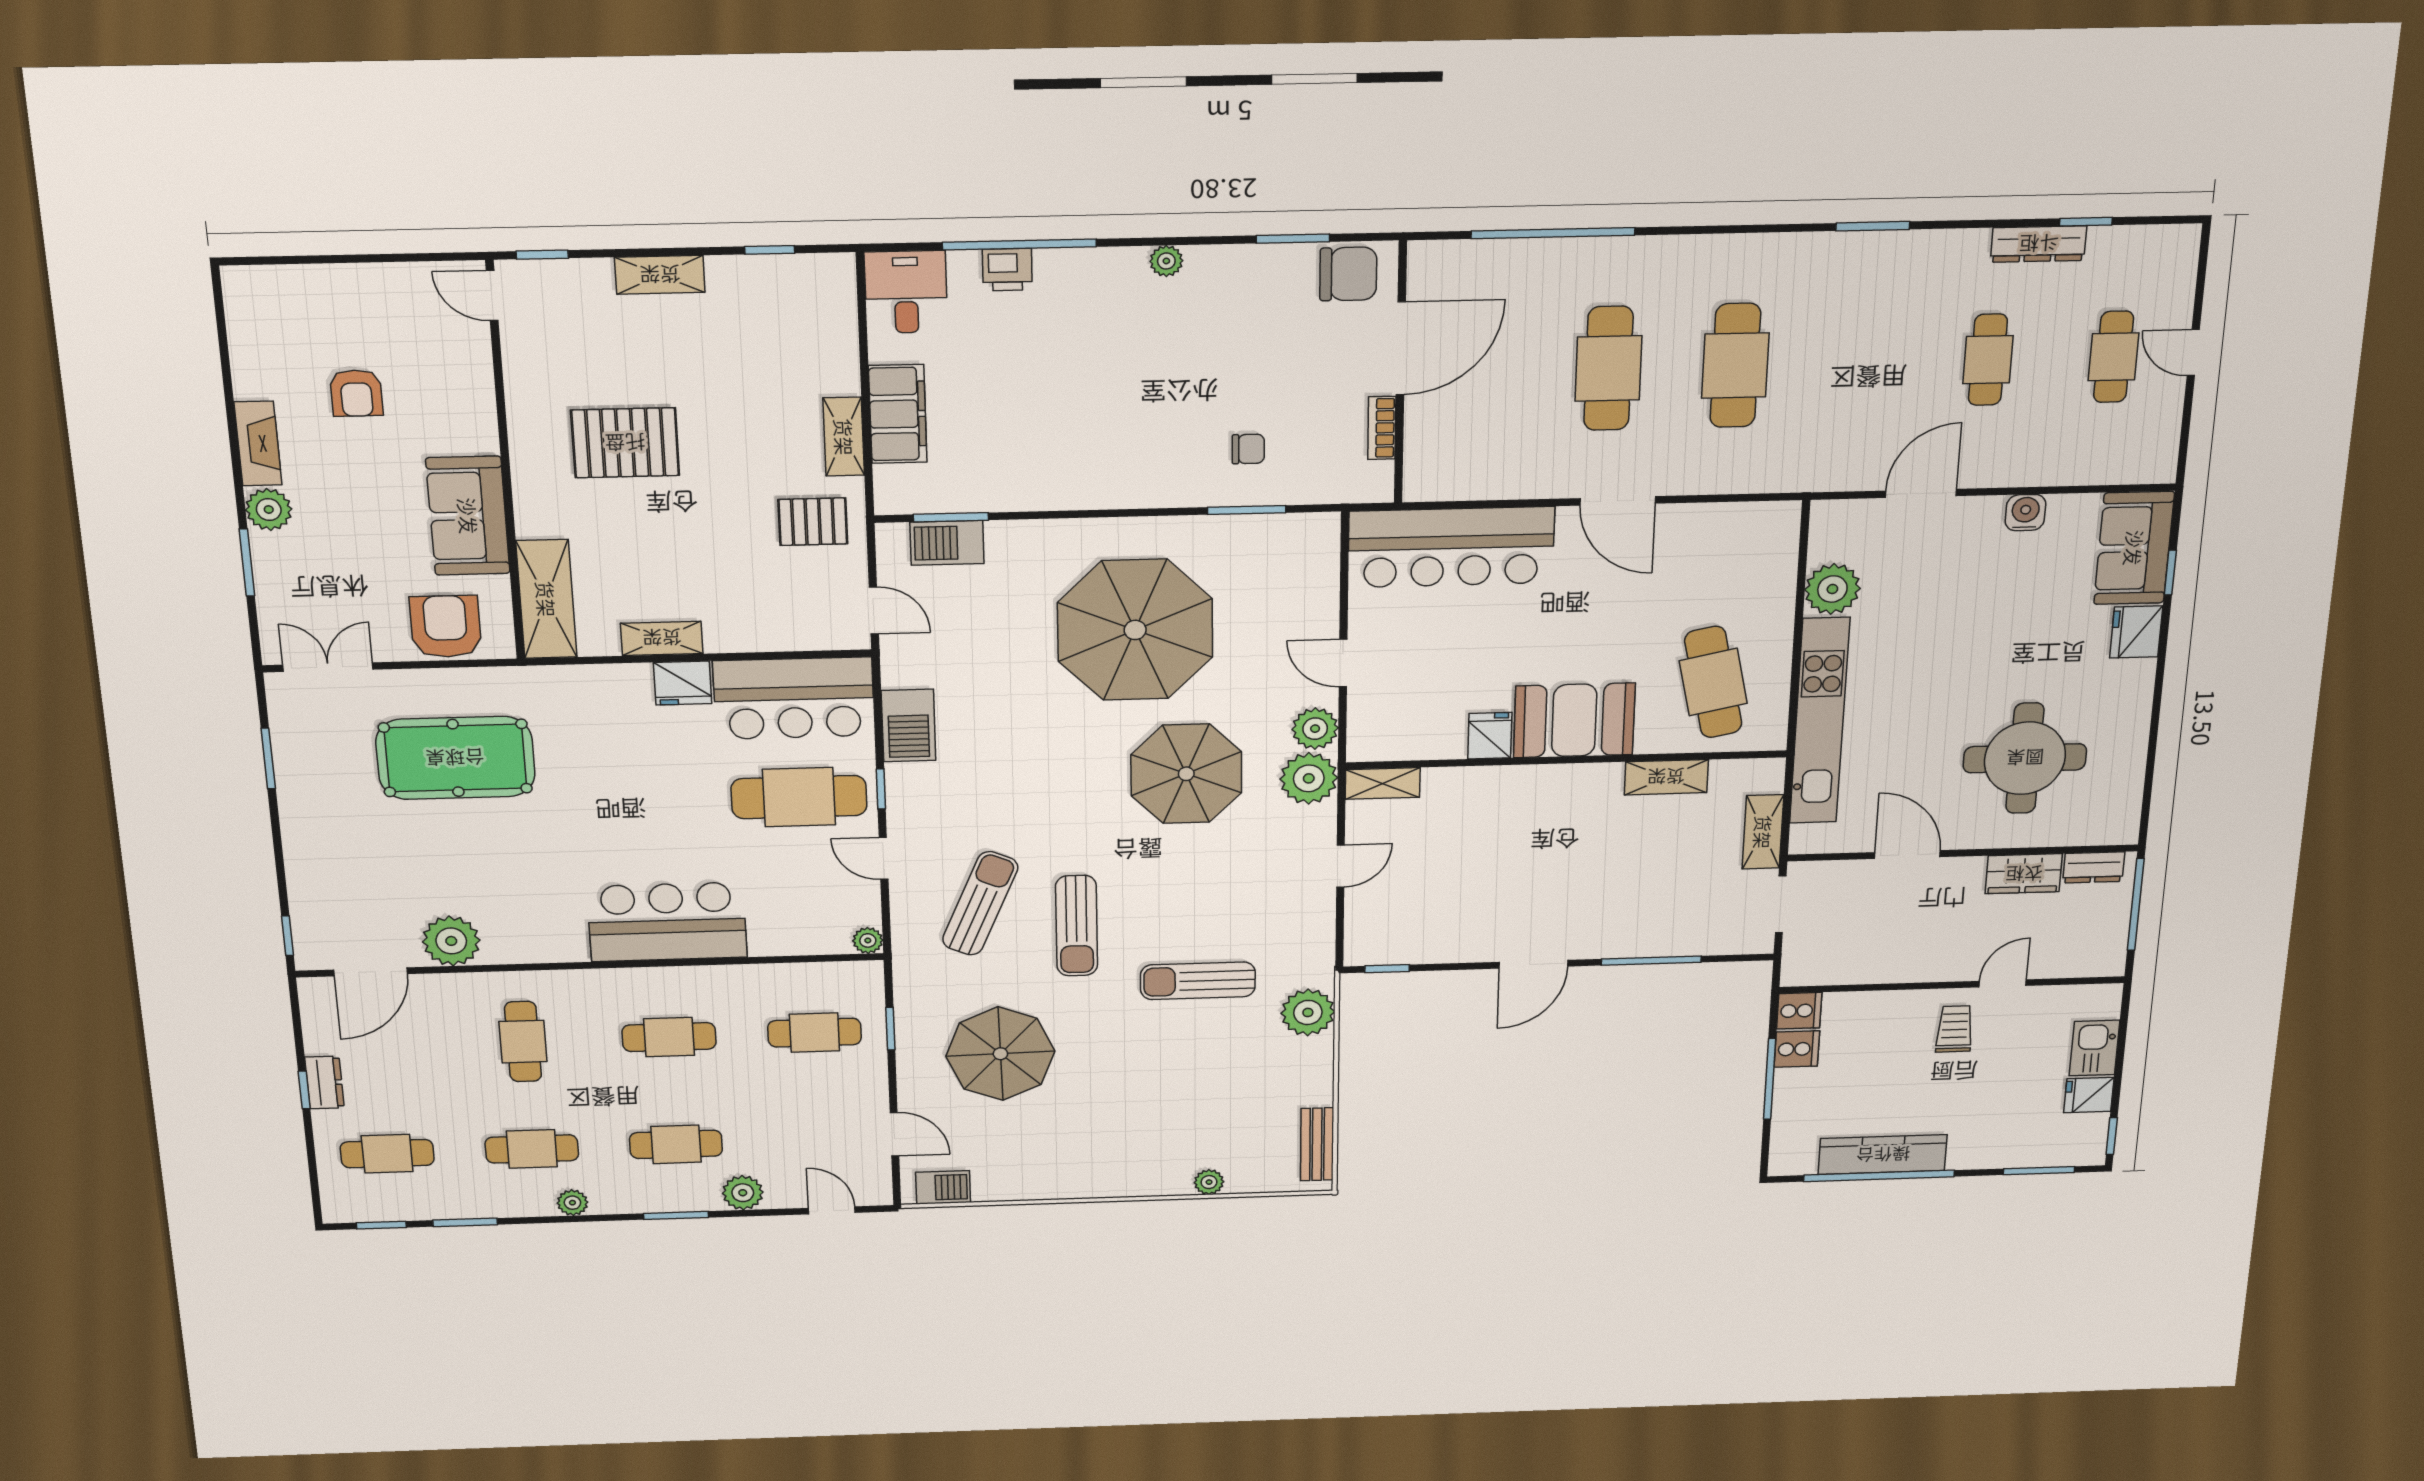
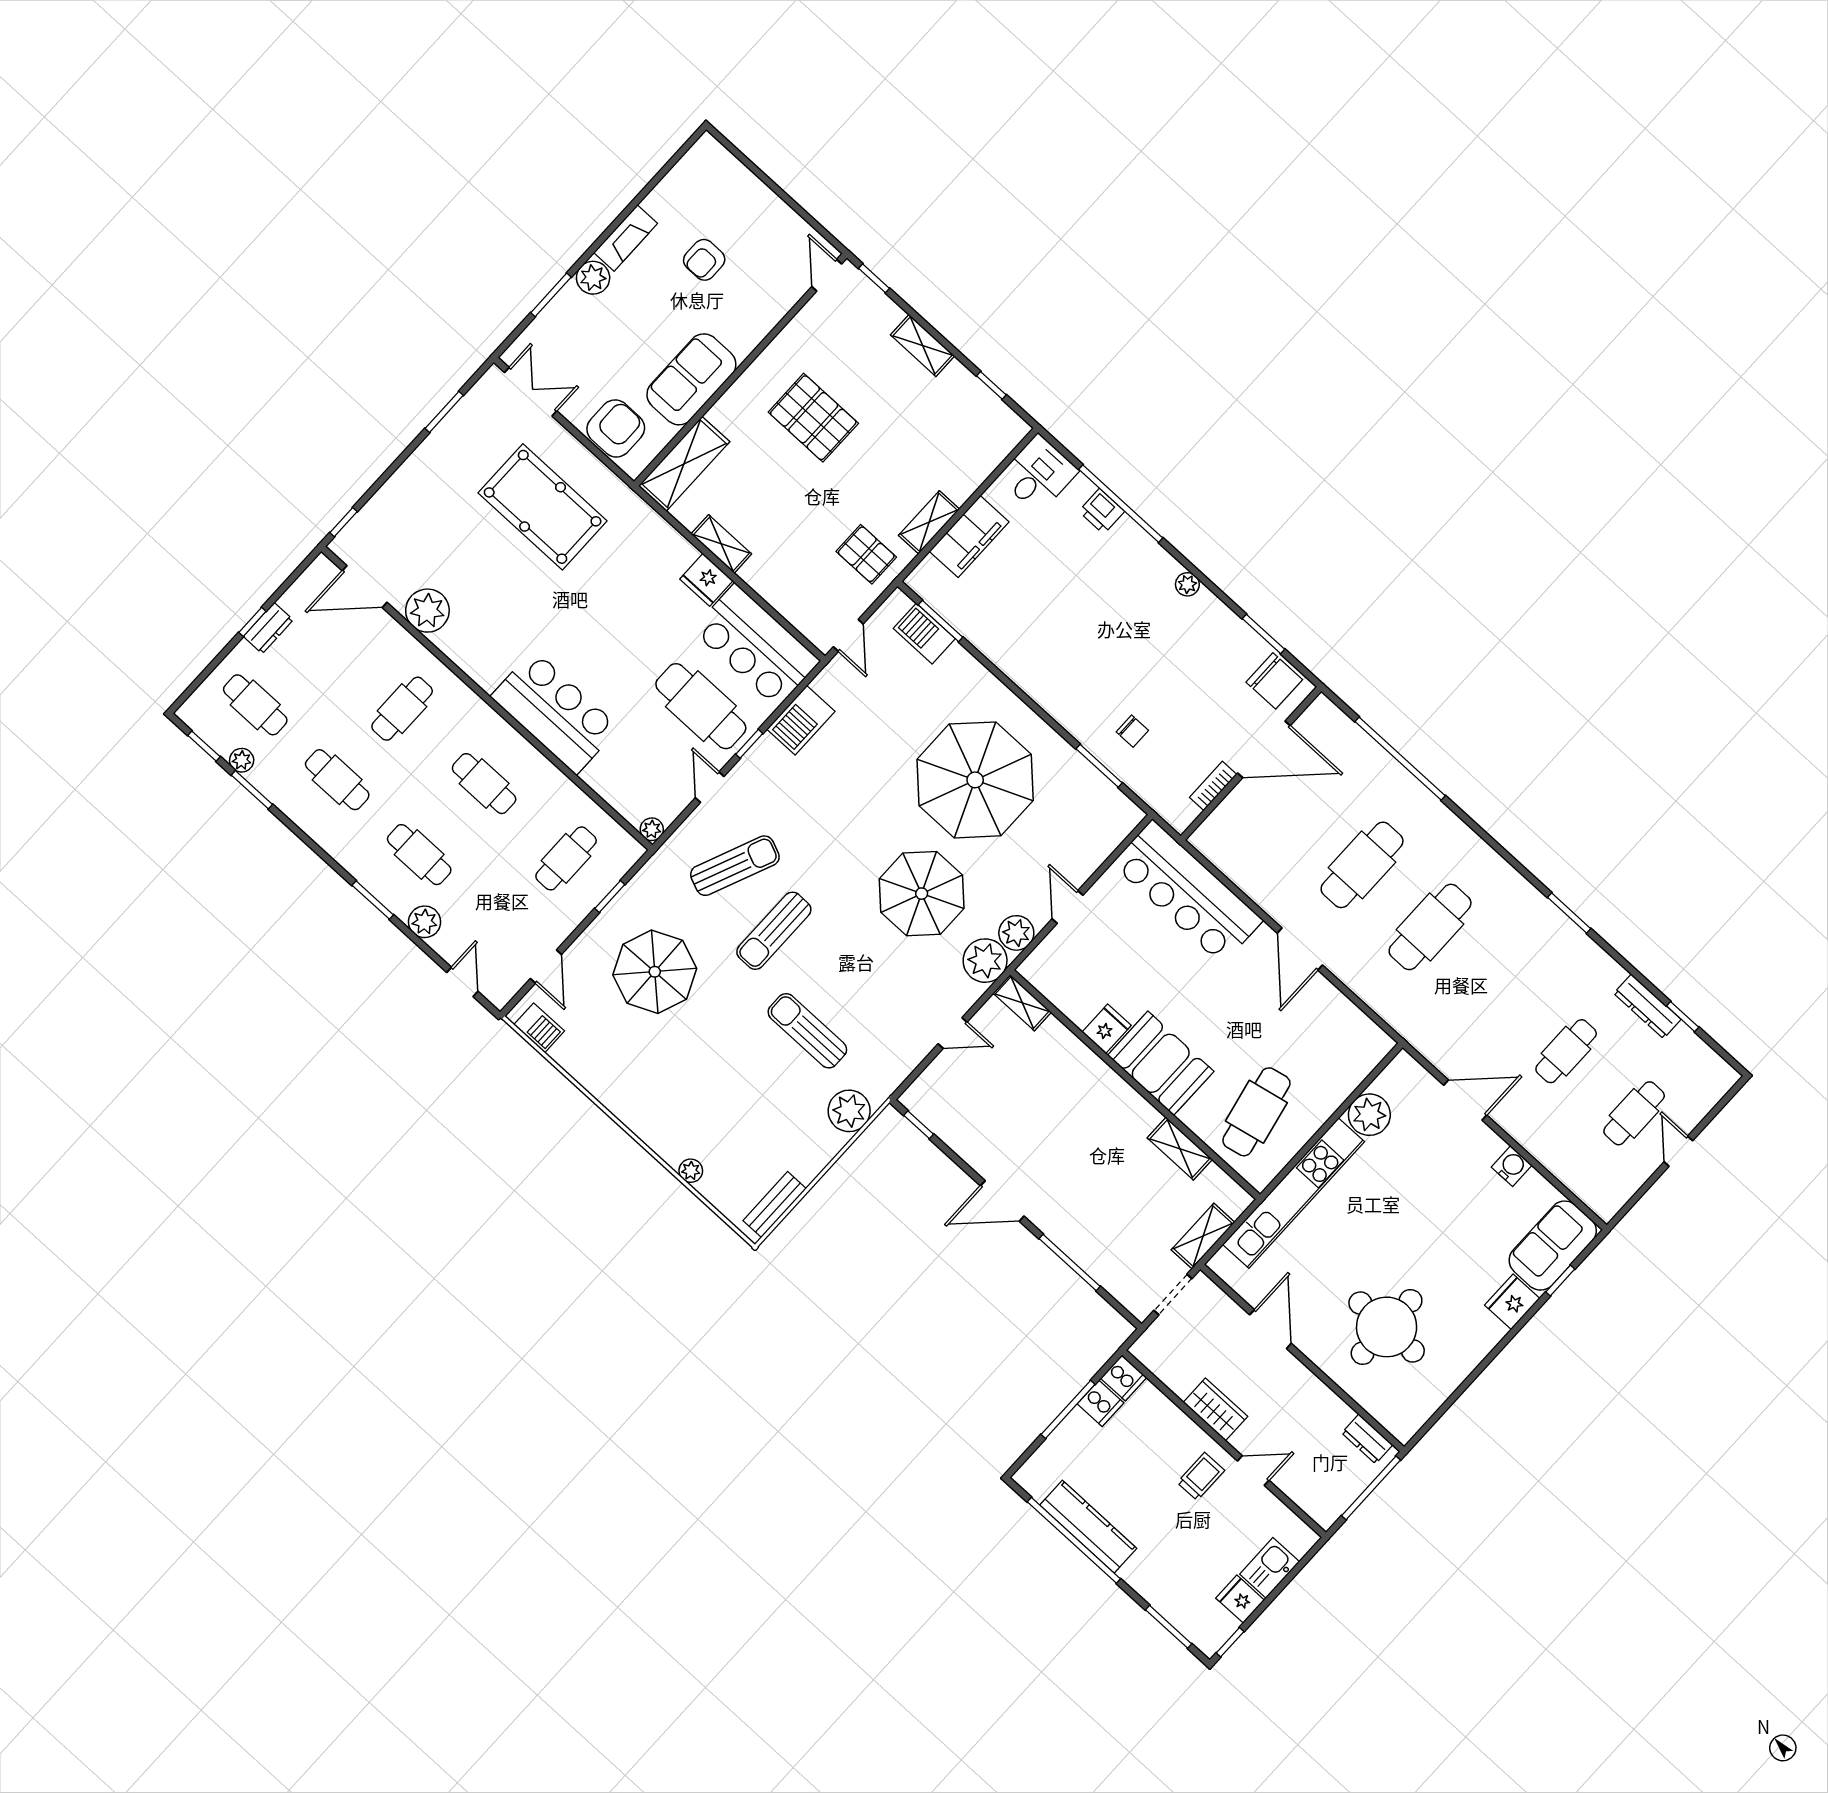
wardrobe: (2024, 874) -> (1215, 1409), moved, turned 180
cafe table: (814, 1033) -> (566, 858), turned 90
plant: (572, 1203) -> (242, 760), moved

